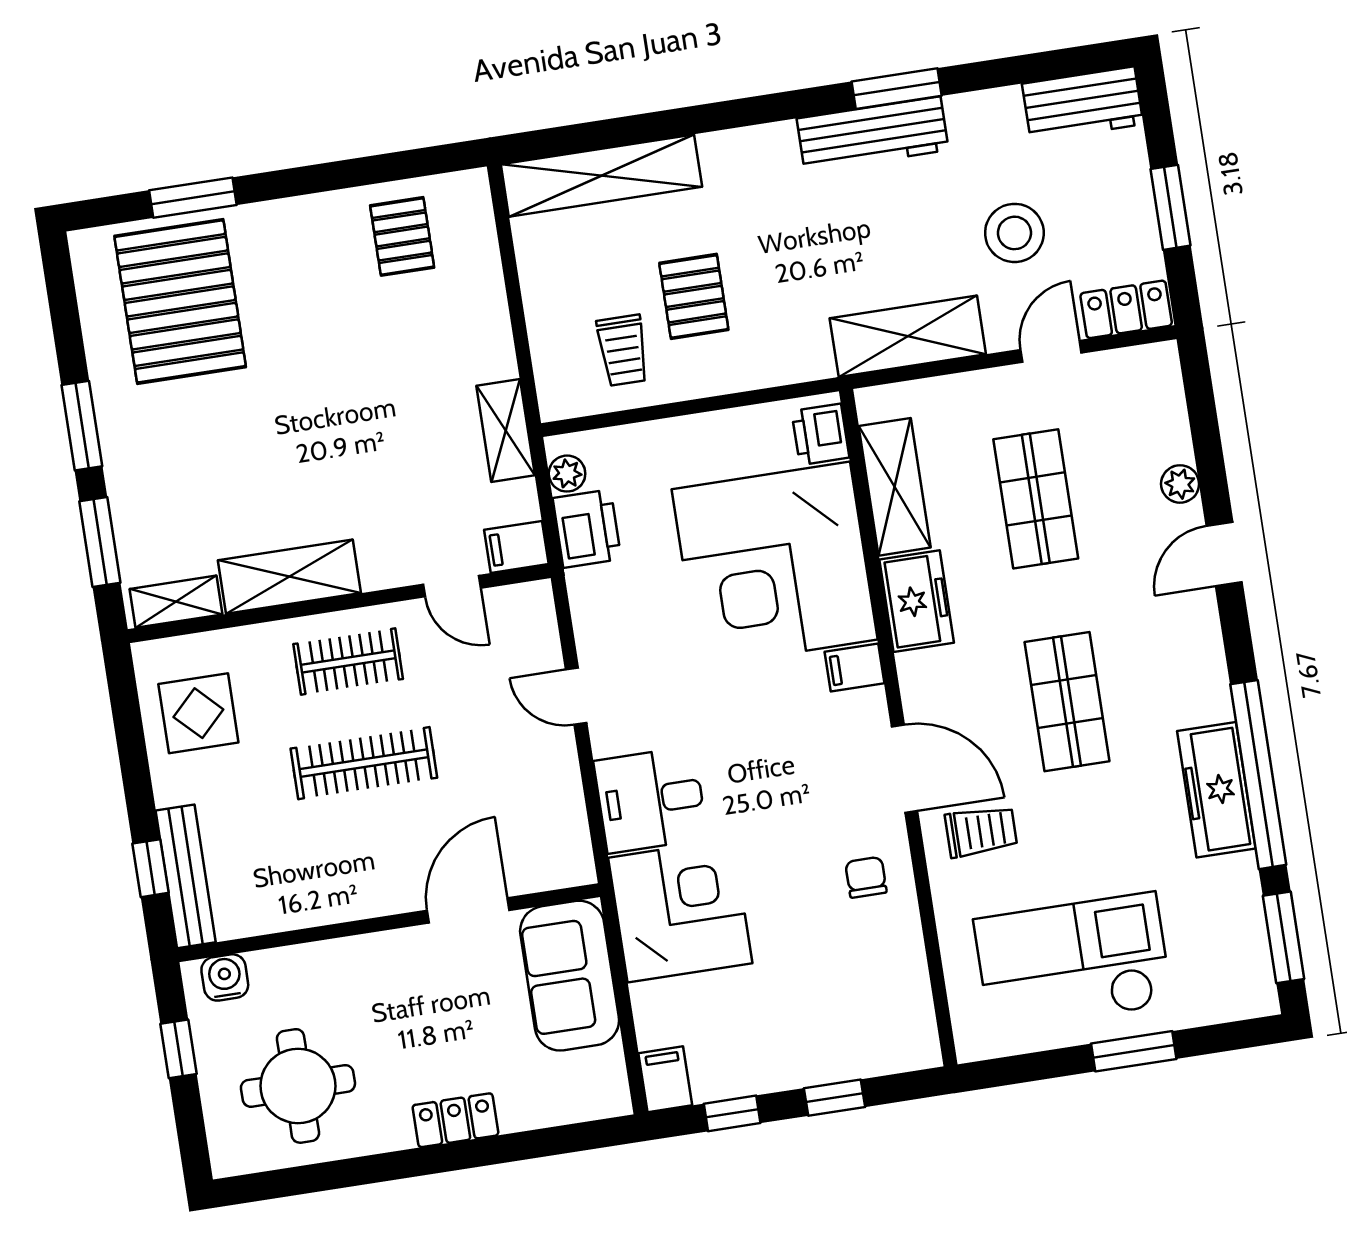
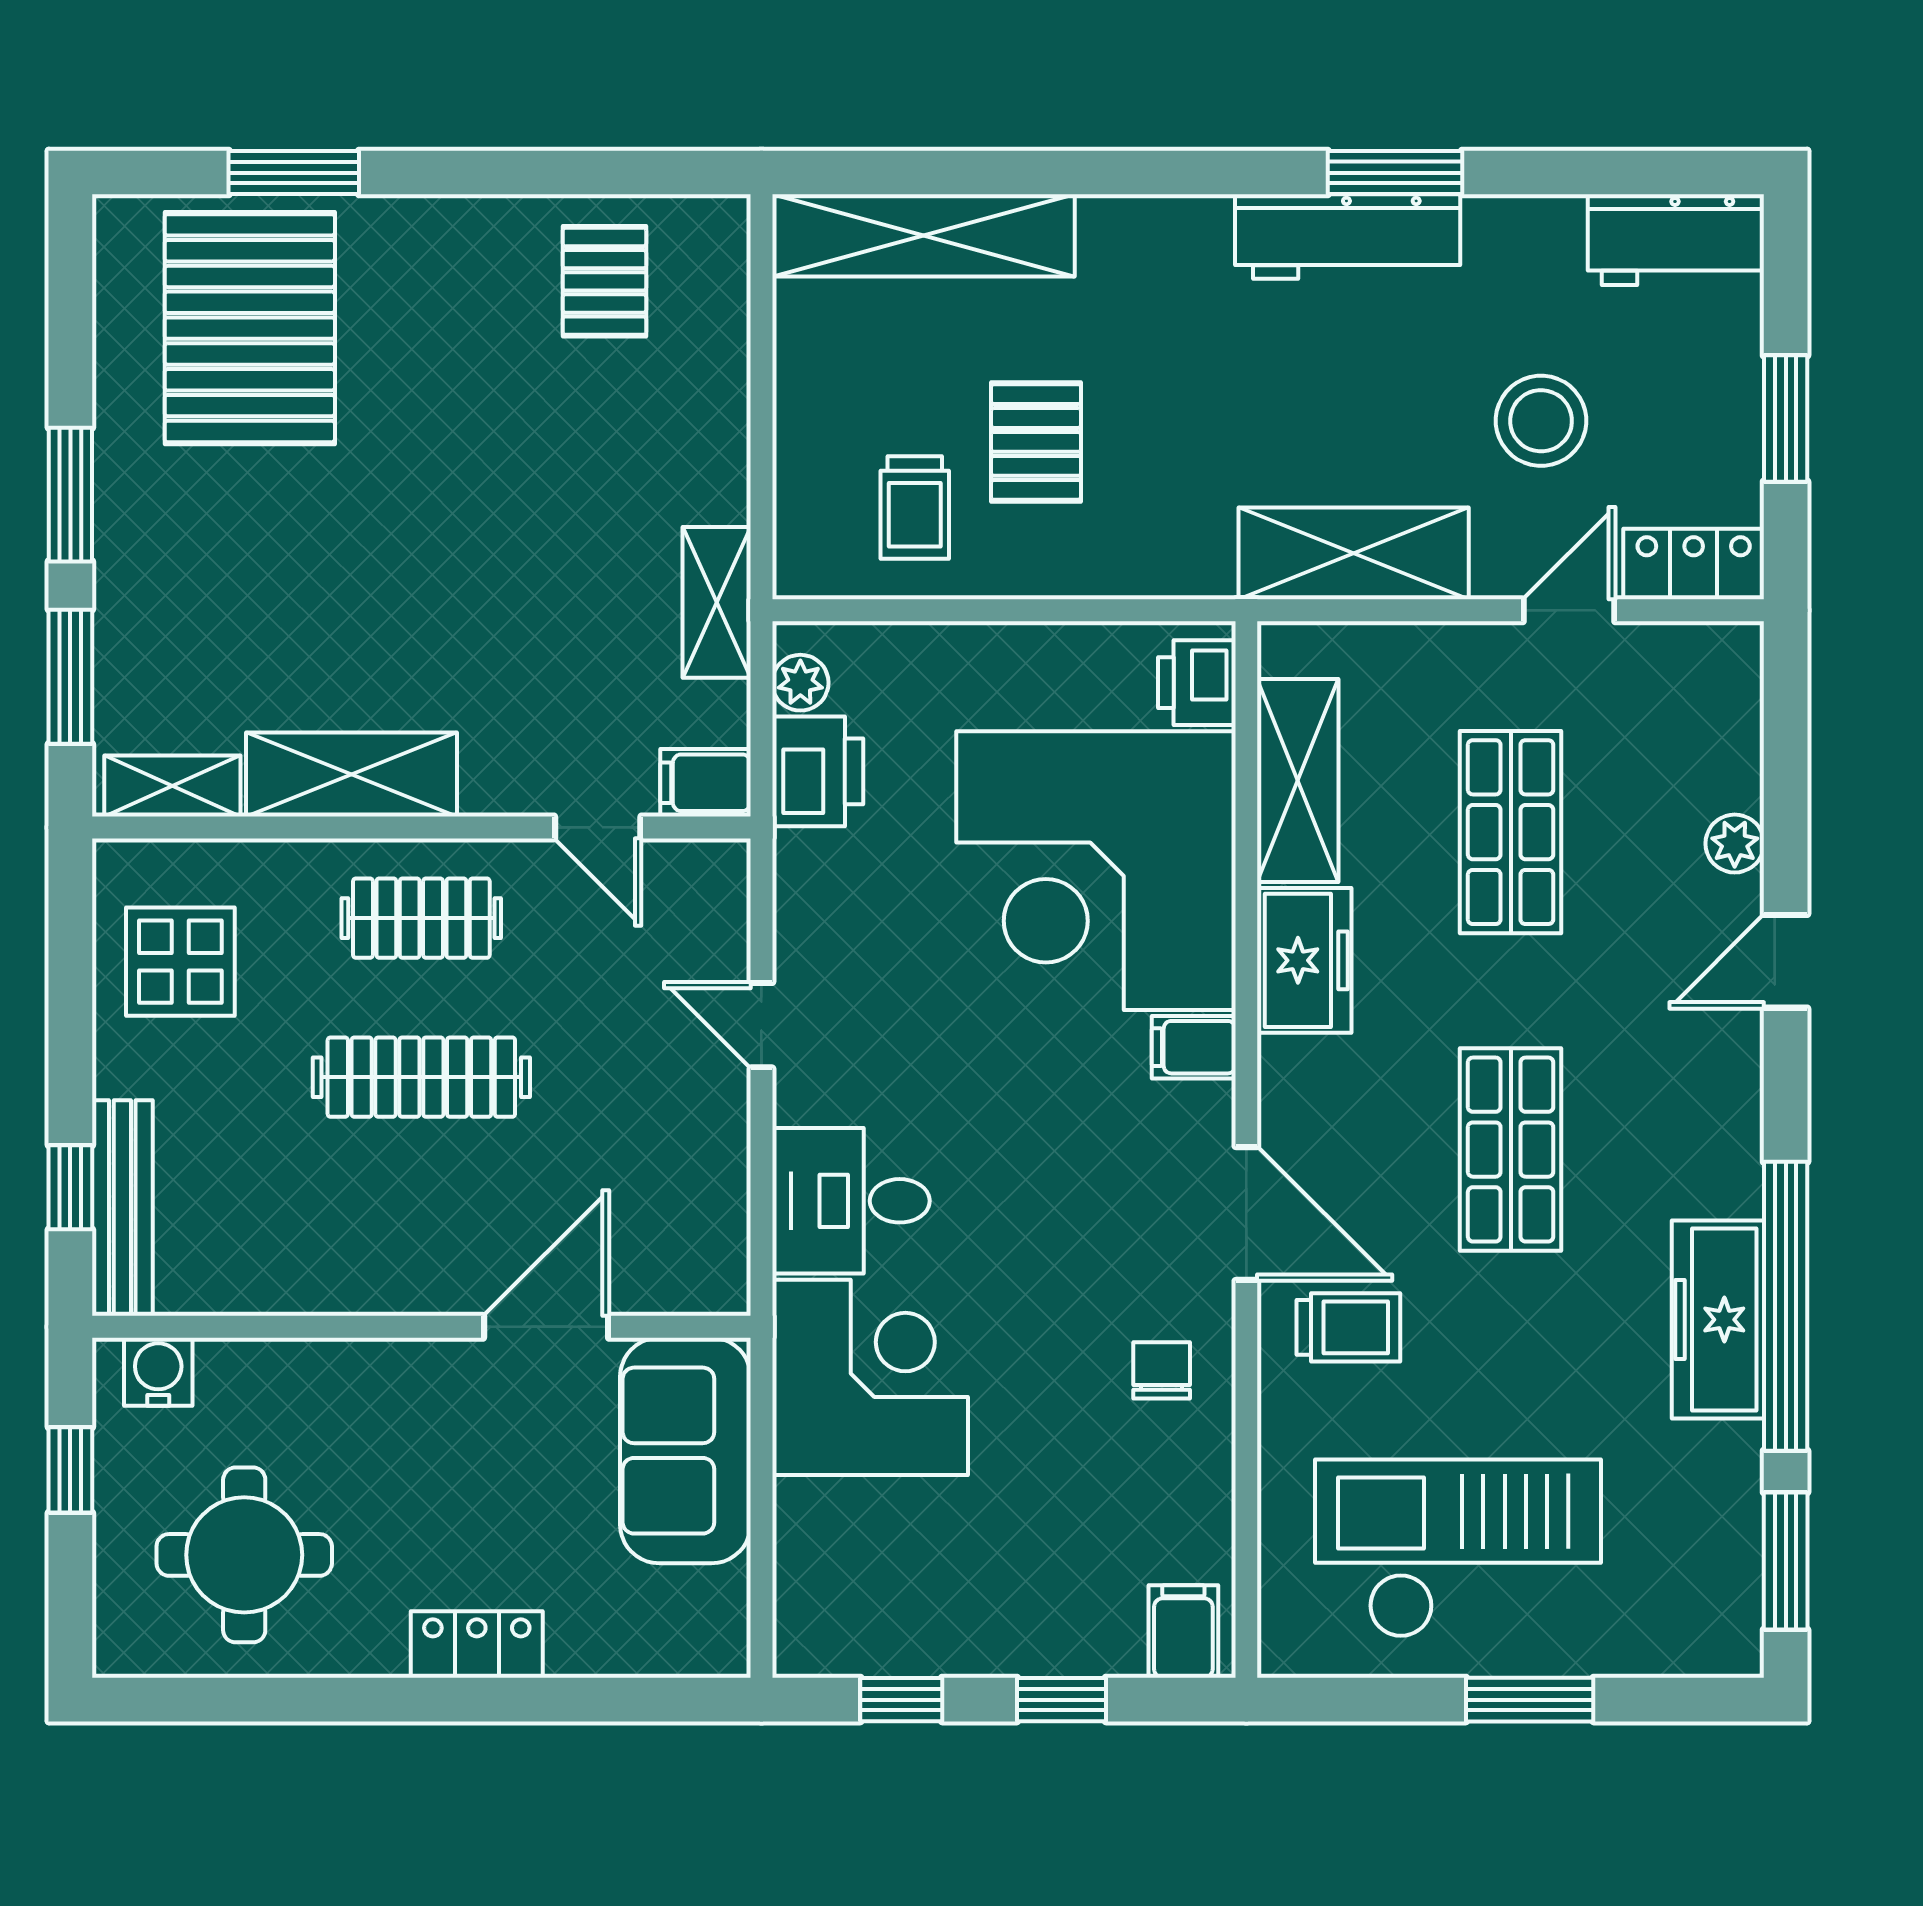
filing cabinet: (665, 1079) -> (1183, 1632), moved

